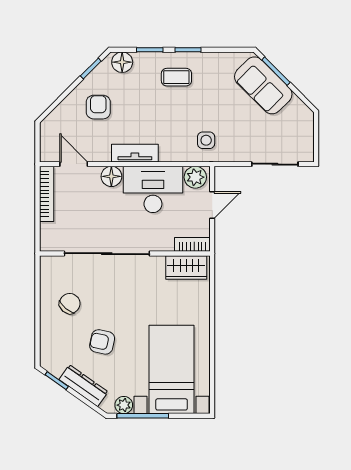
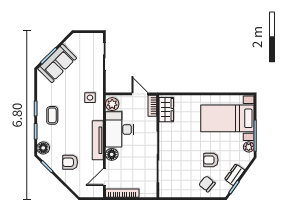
tv unit: (135, 153) -> (98, 140), width x1.41
door: (212, 205) -> (140, 94), moved
chair: (70, 304) -> (207, 184), moved
armchair: (102, 342) -> (211, 160), turned 78
dresser: (83, 386) -> (235, 175), width x0.70

